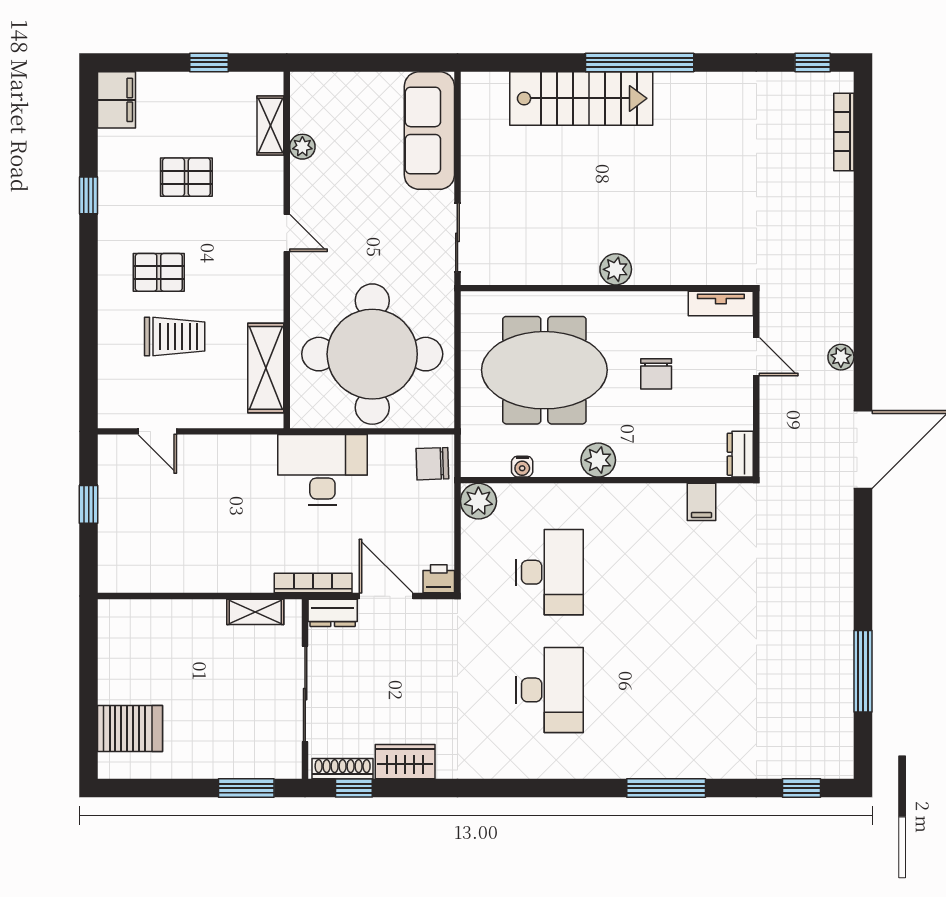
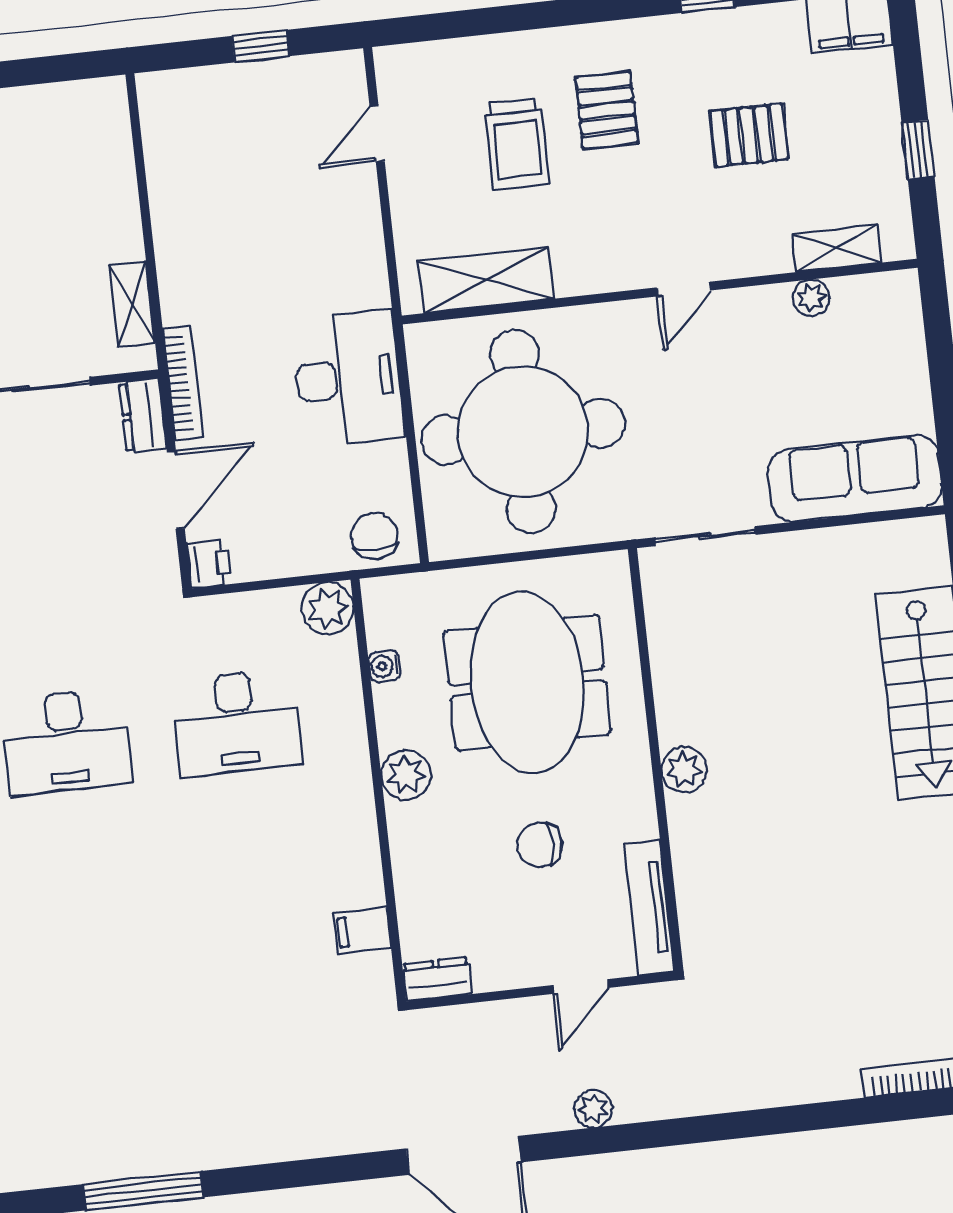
pallet: (186, 177) -> (749, 135), turned 90
tv unit: (721, 303) -> (649, 908), width x1.41

